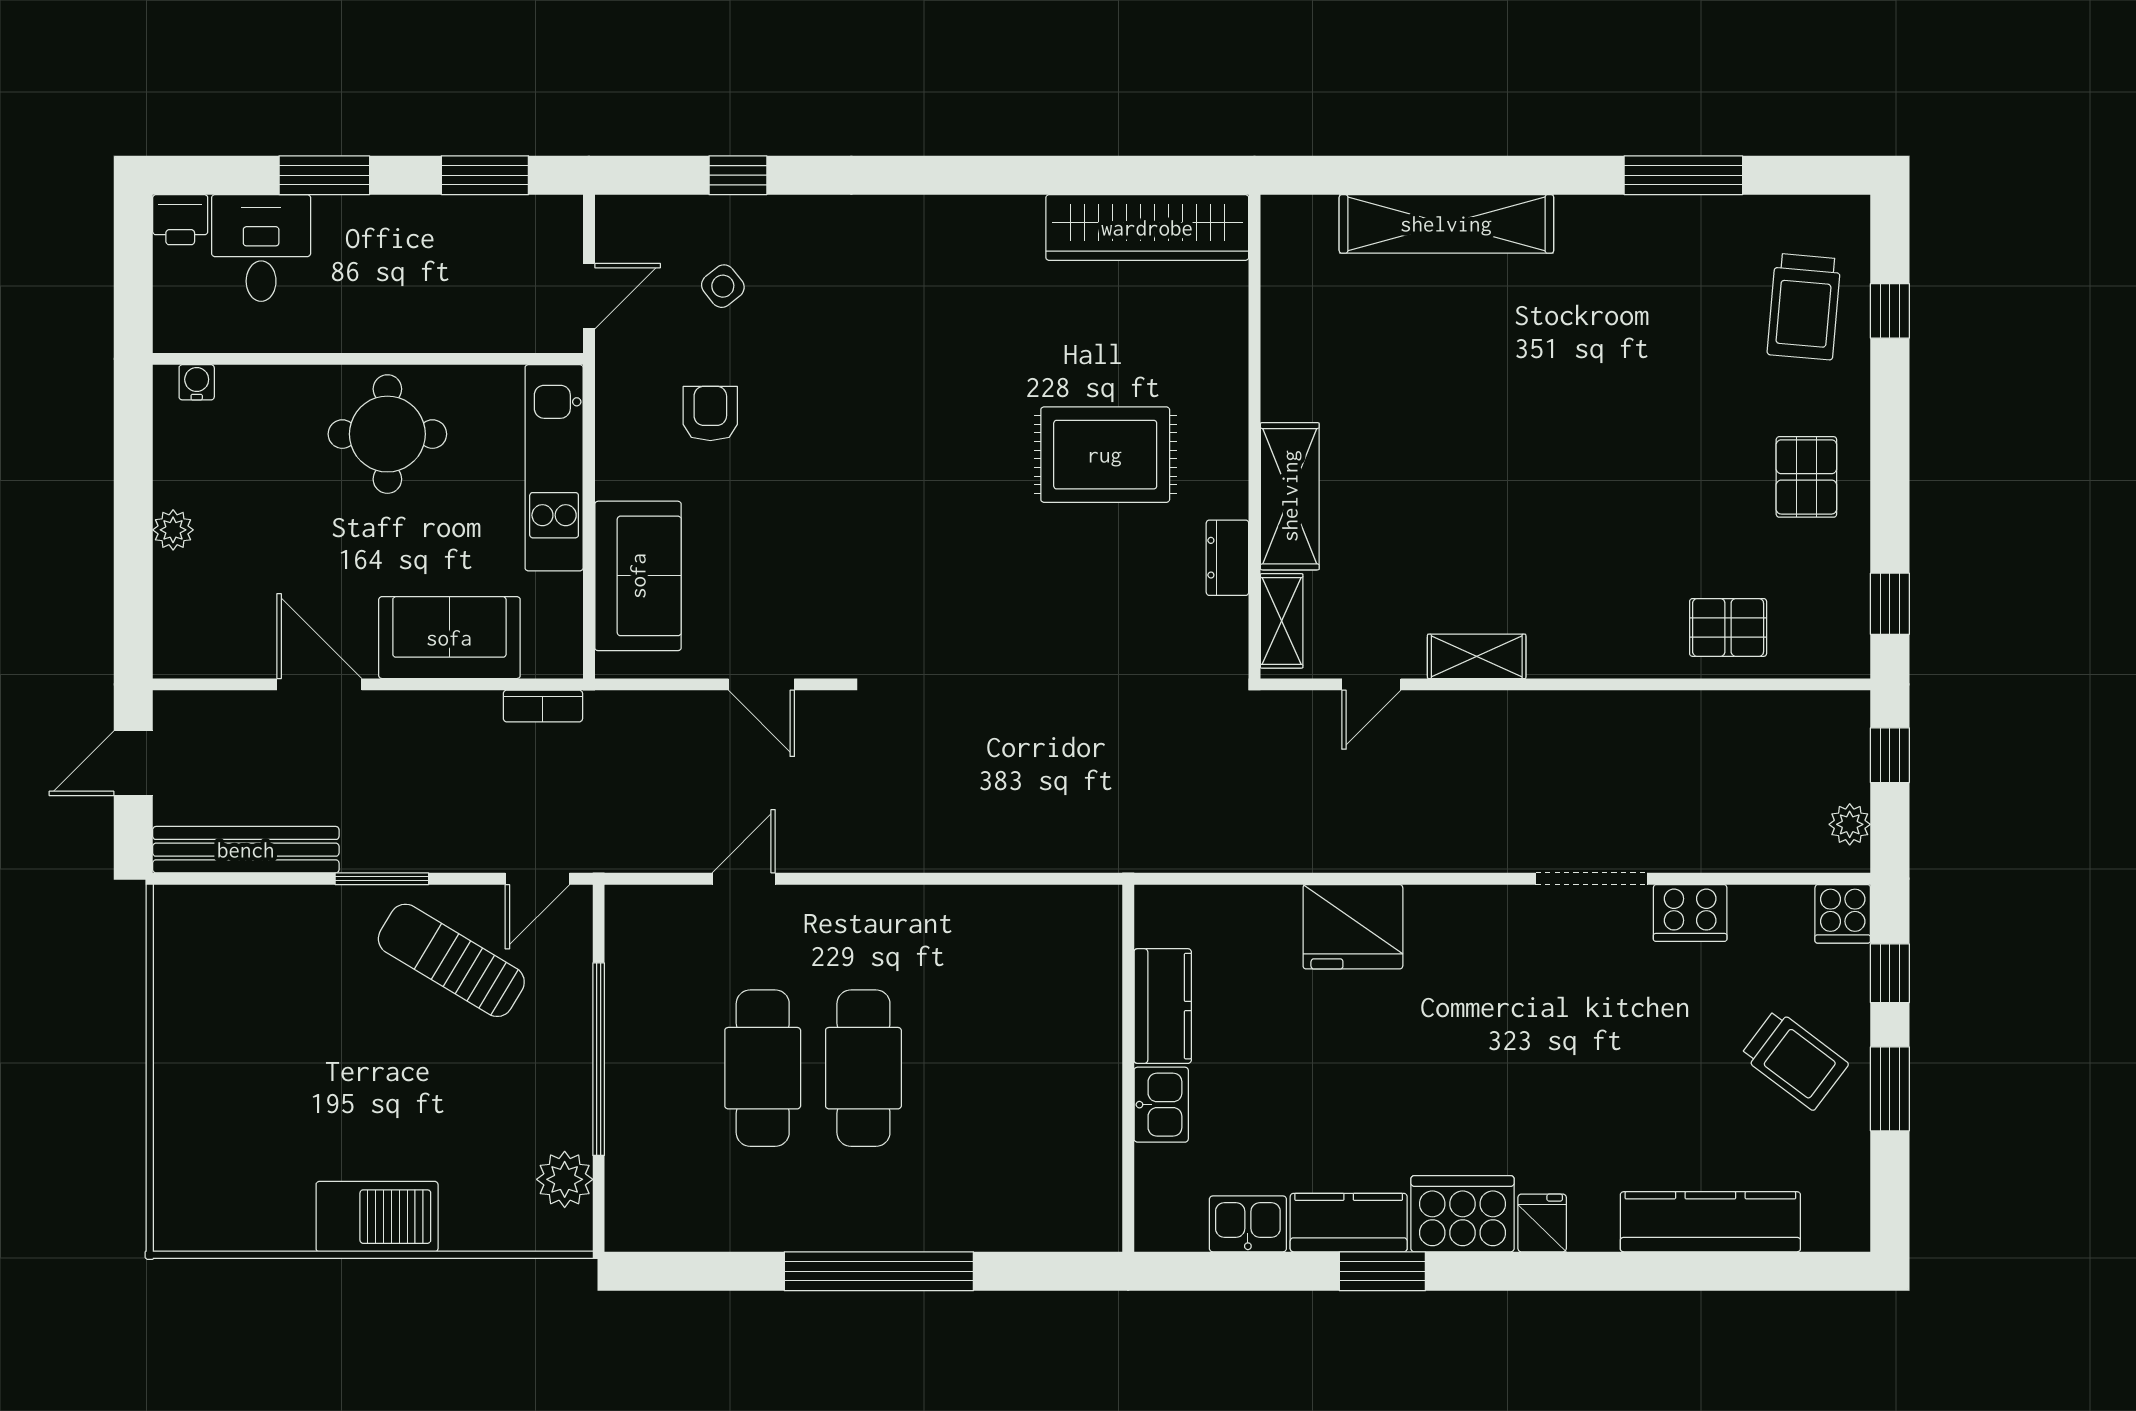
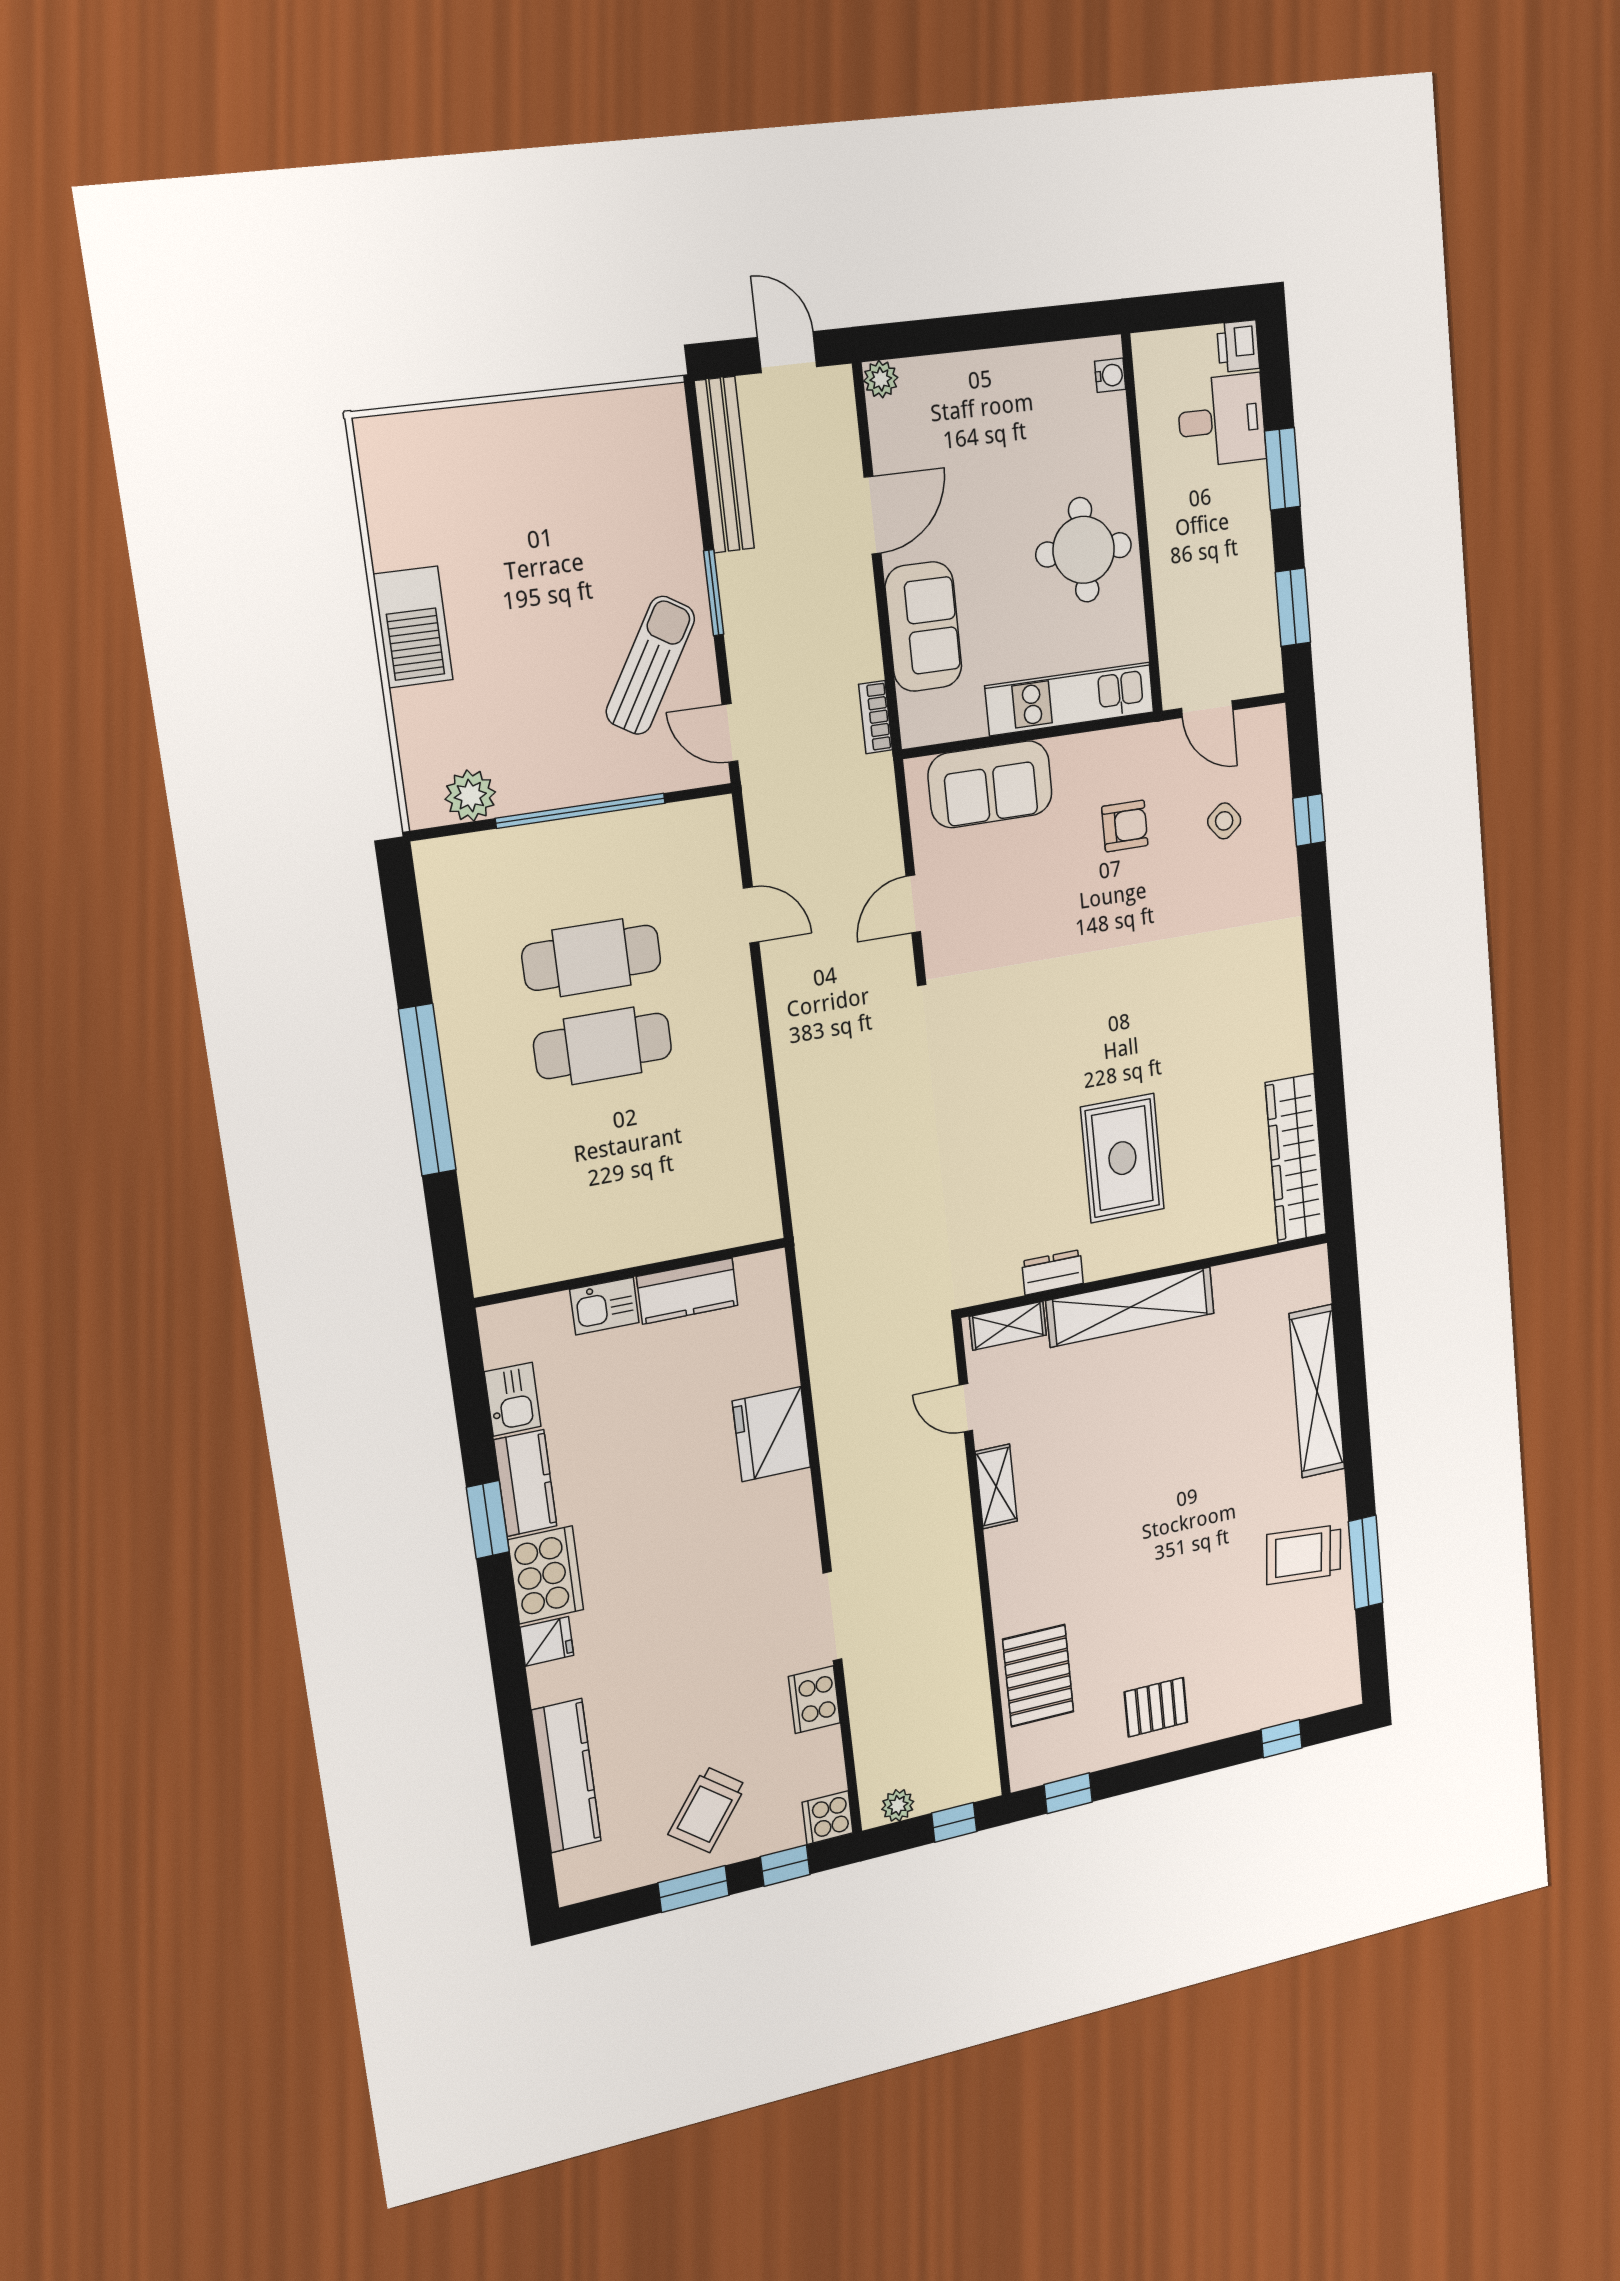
trolley: (1804, 307) -> (1304, 1554), moved
shelving: (1290, 496) -> (1130, 1307), width x1.47
plant: (173, 530) -> (881, 379), moved
pallet: (1728, 627) -> (1038, 1676), width x1.50, depth x1.42

